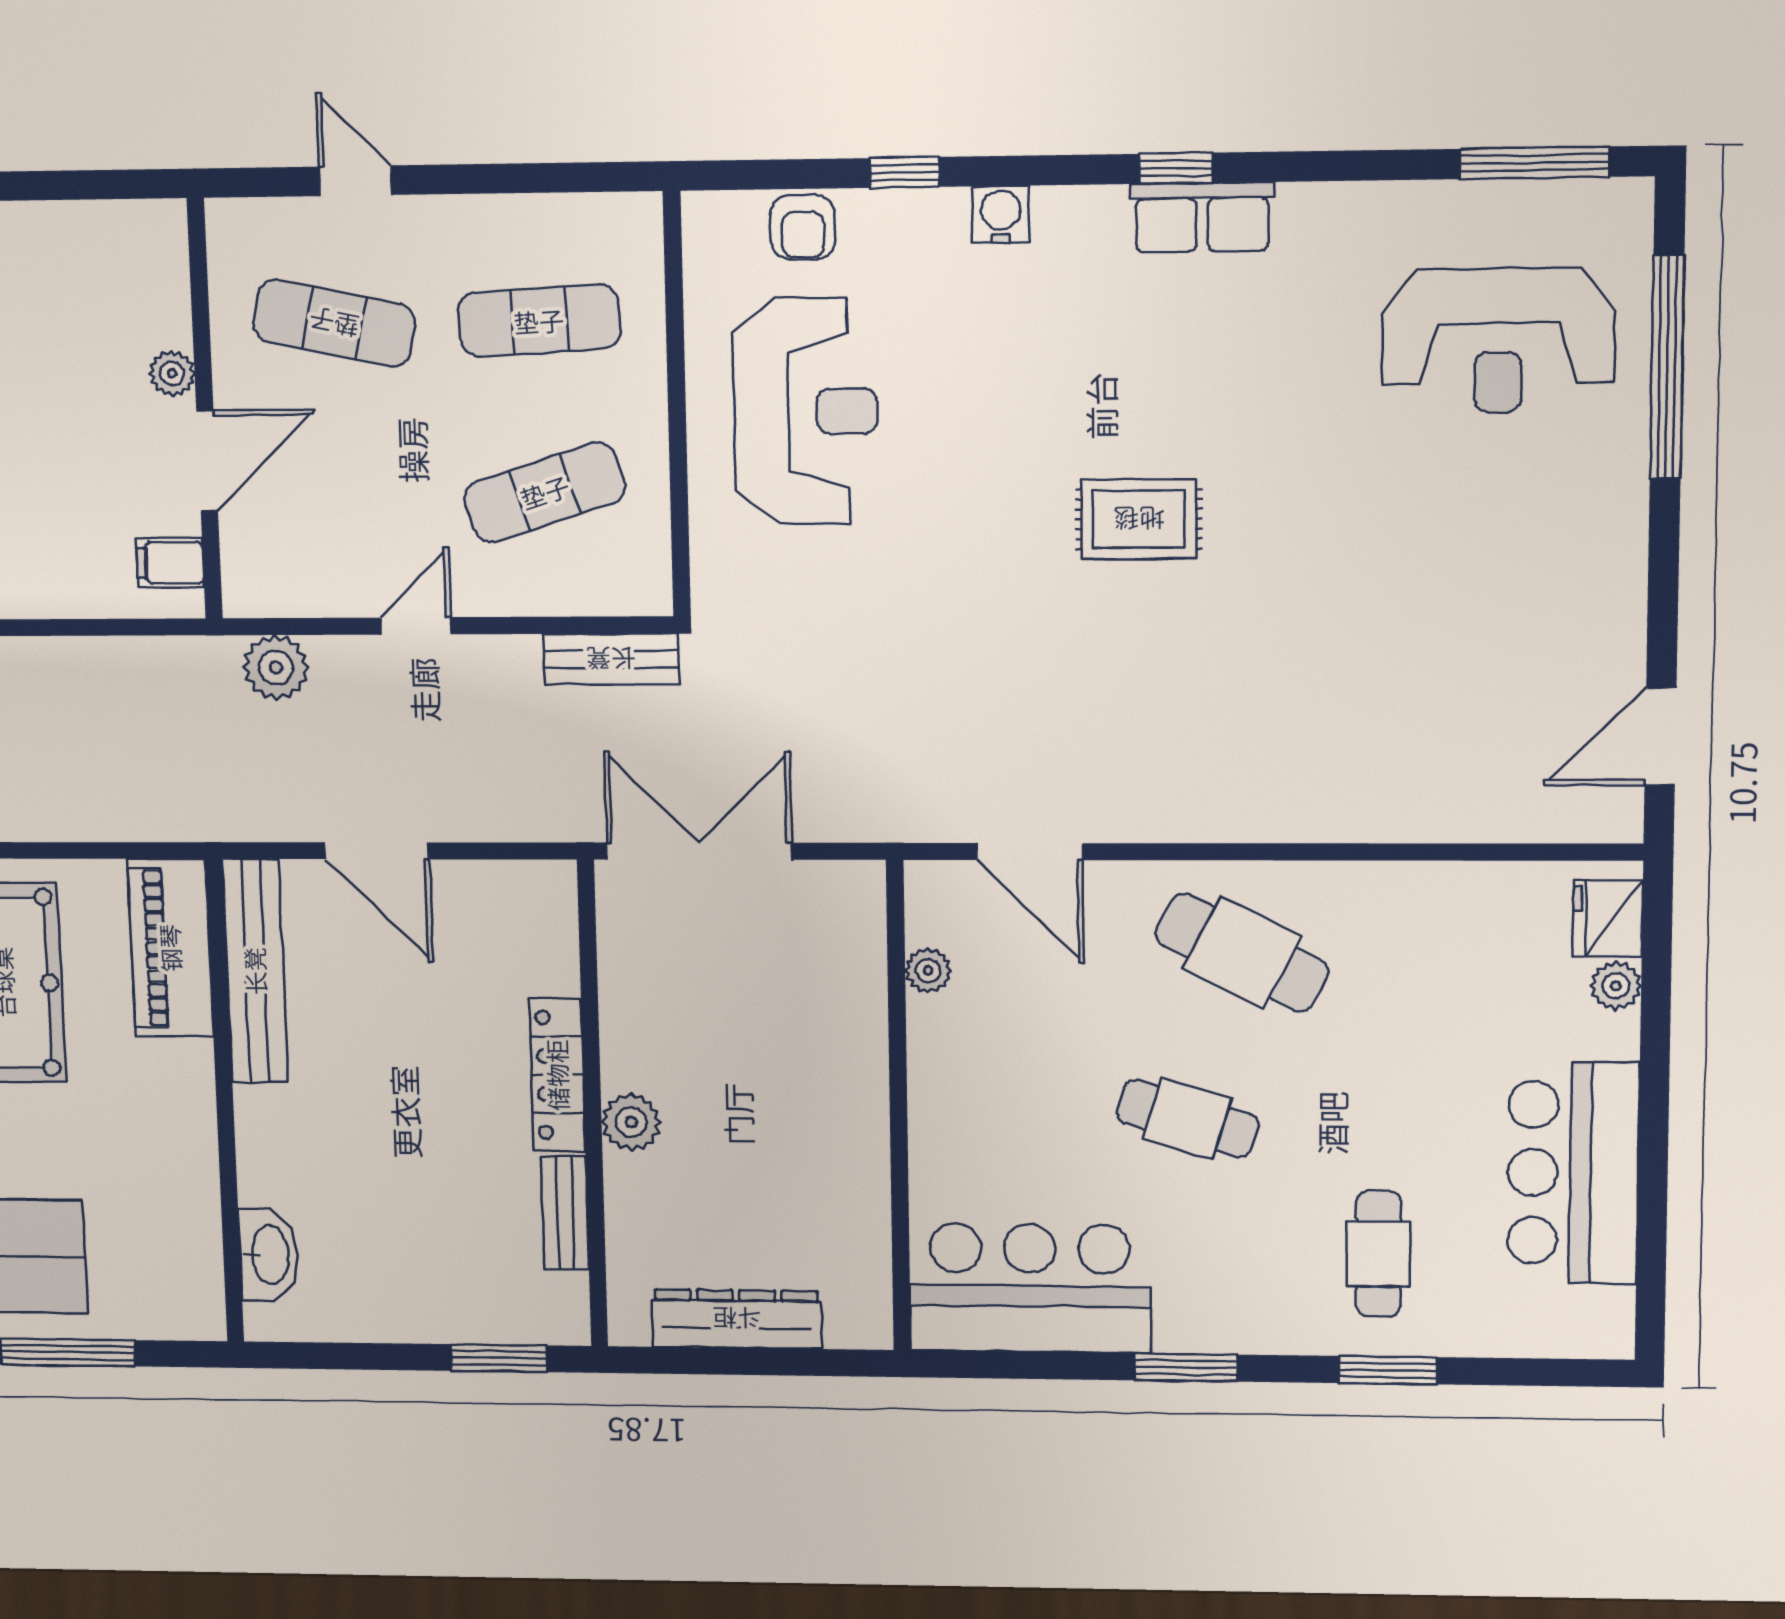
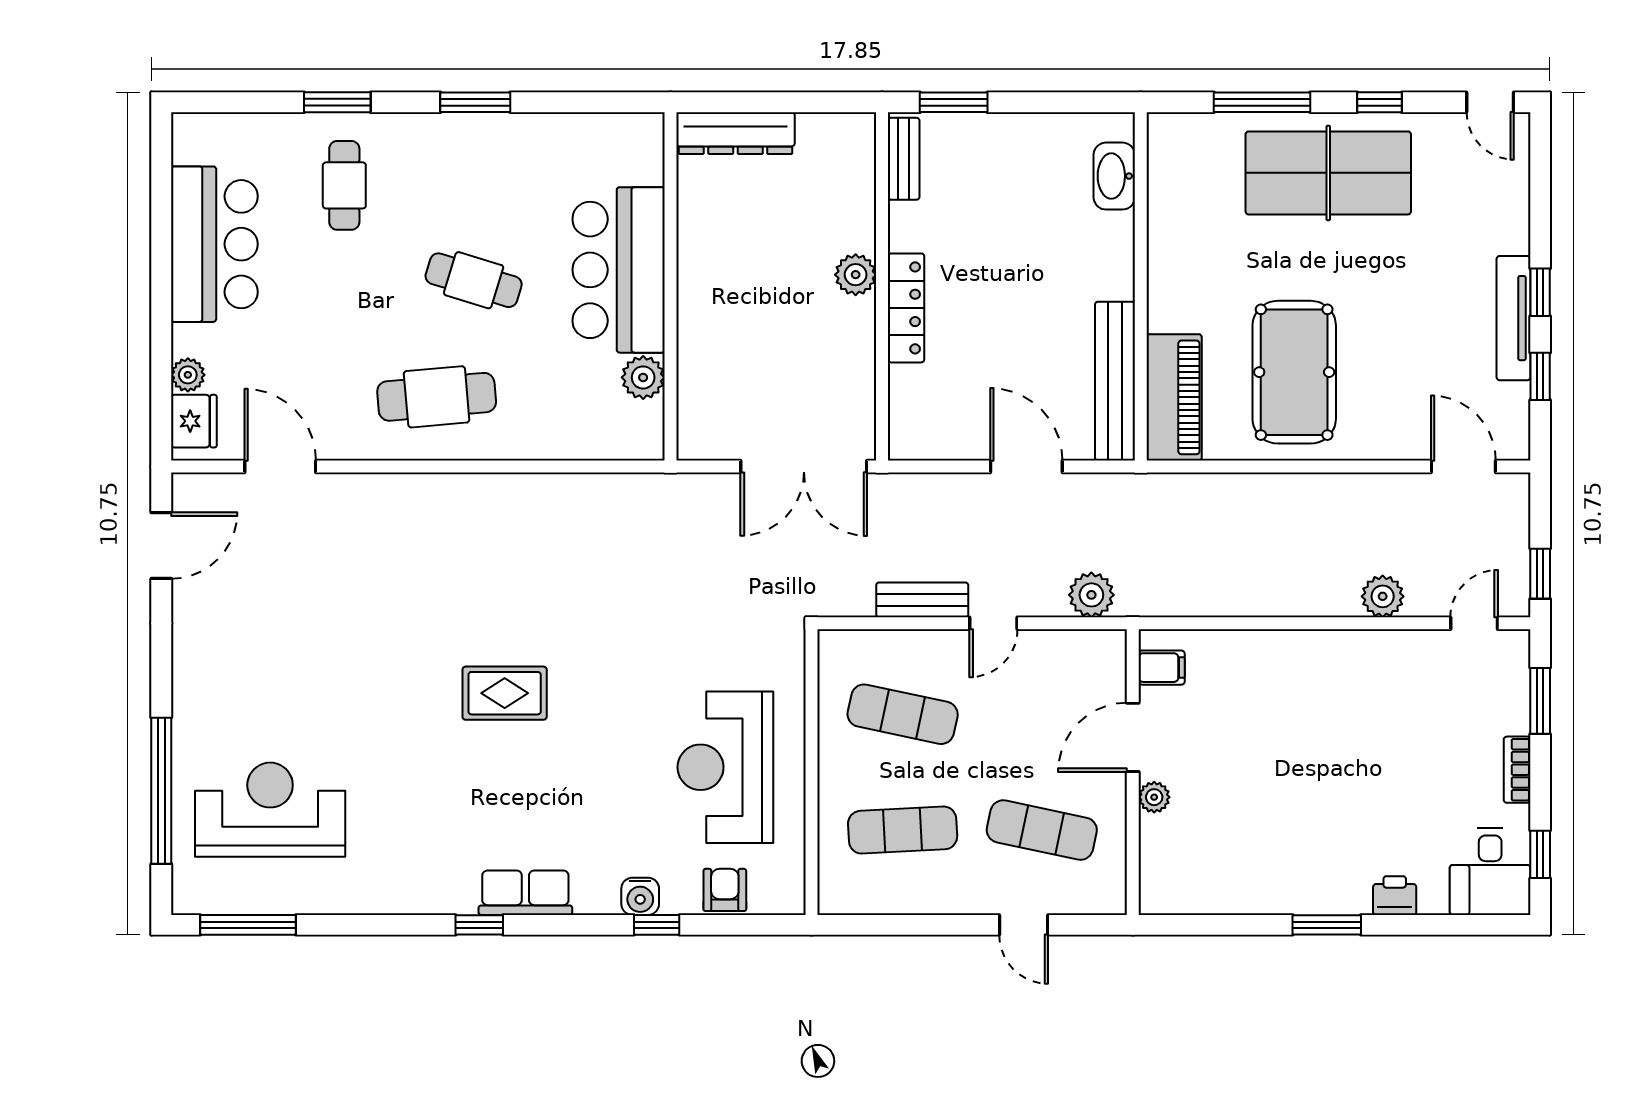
water cooler: (1001, 215) -> (640, 896), moved
row of seats: (1202, 217) -> (525, 893), moved
exercise mat: (545, 492) -> (903, 714), turned 30
bench: (611, 659) -> (922, 600), moved
door: (1030, 852) -> (280, 467), moved
cafe table: (1242, 953) -> (437, 397), turned -32
plant: (928, 971) -> (643, 377), width x1.38, depth x1.38
bench: (565, 1213) -> (904, 159), moved
bar counter: (1030, 1288) -> (619, 270), moved, turned 90
dresser: (737, 1319) -> (735, 133), moved

